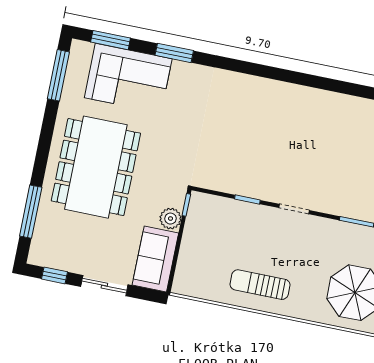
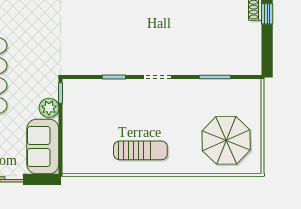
sun lounger: (260, 285) -> (140, 150), turned 180

